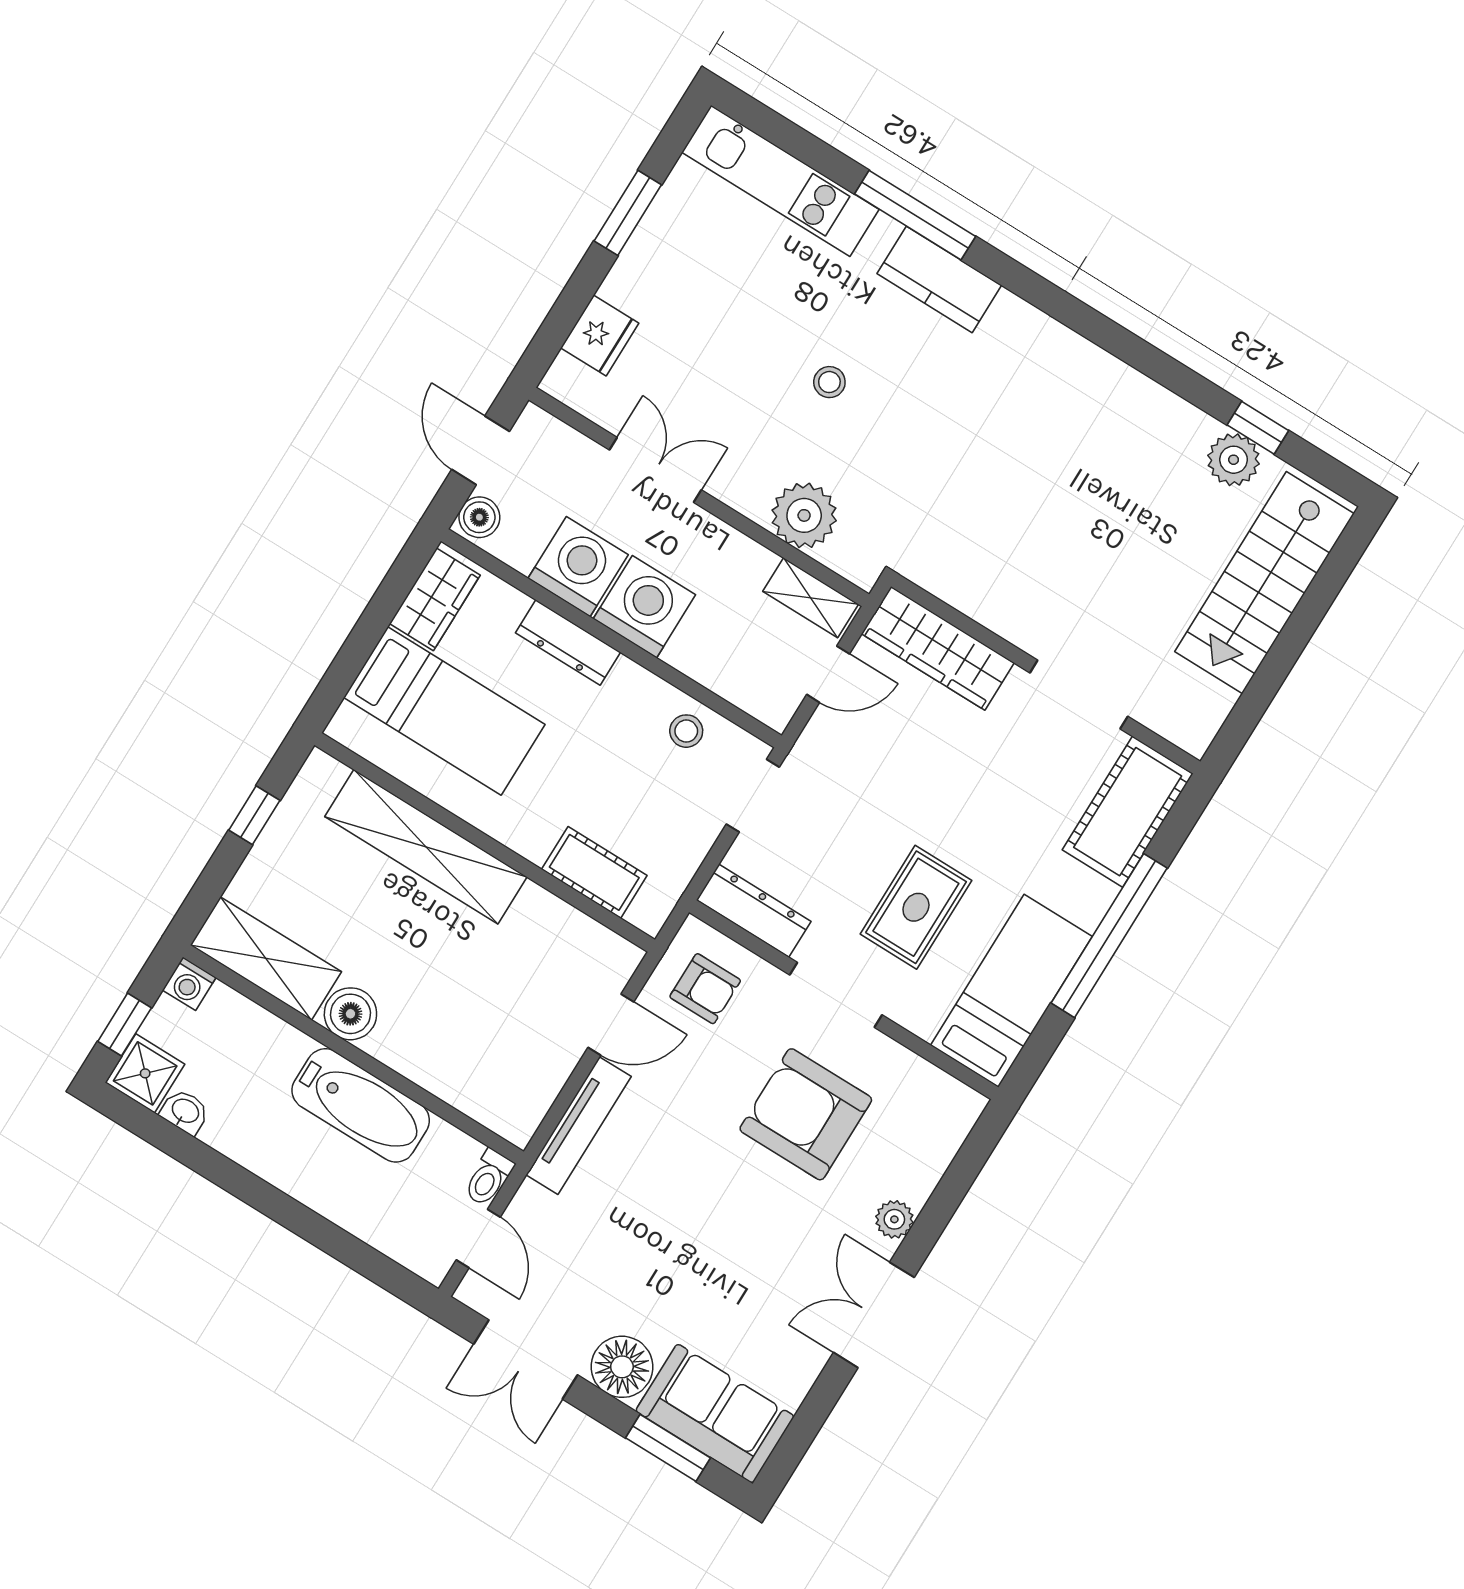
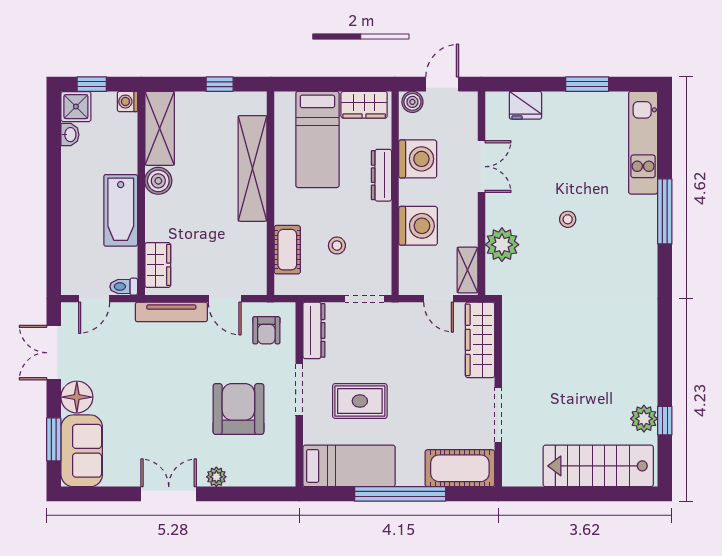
kitchen counter: (939, 279) -> (643, 240), removed
washing machine: (644, 607) -> (418, 226), moved
stool: (686, 731) -> (337, 246), moved
wardrobe: (488, 1100) -> (158, 265), added

